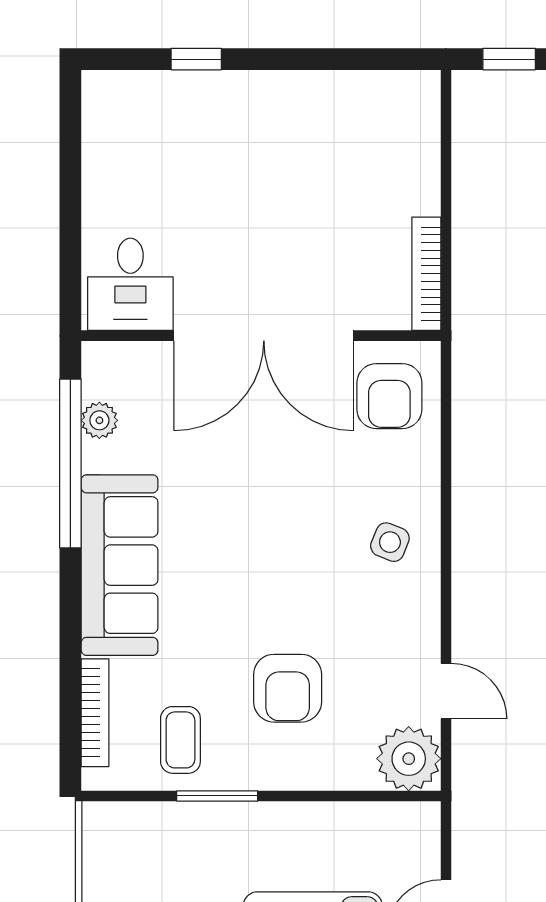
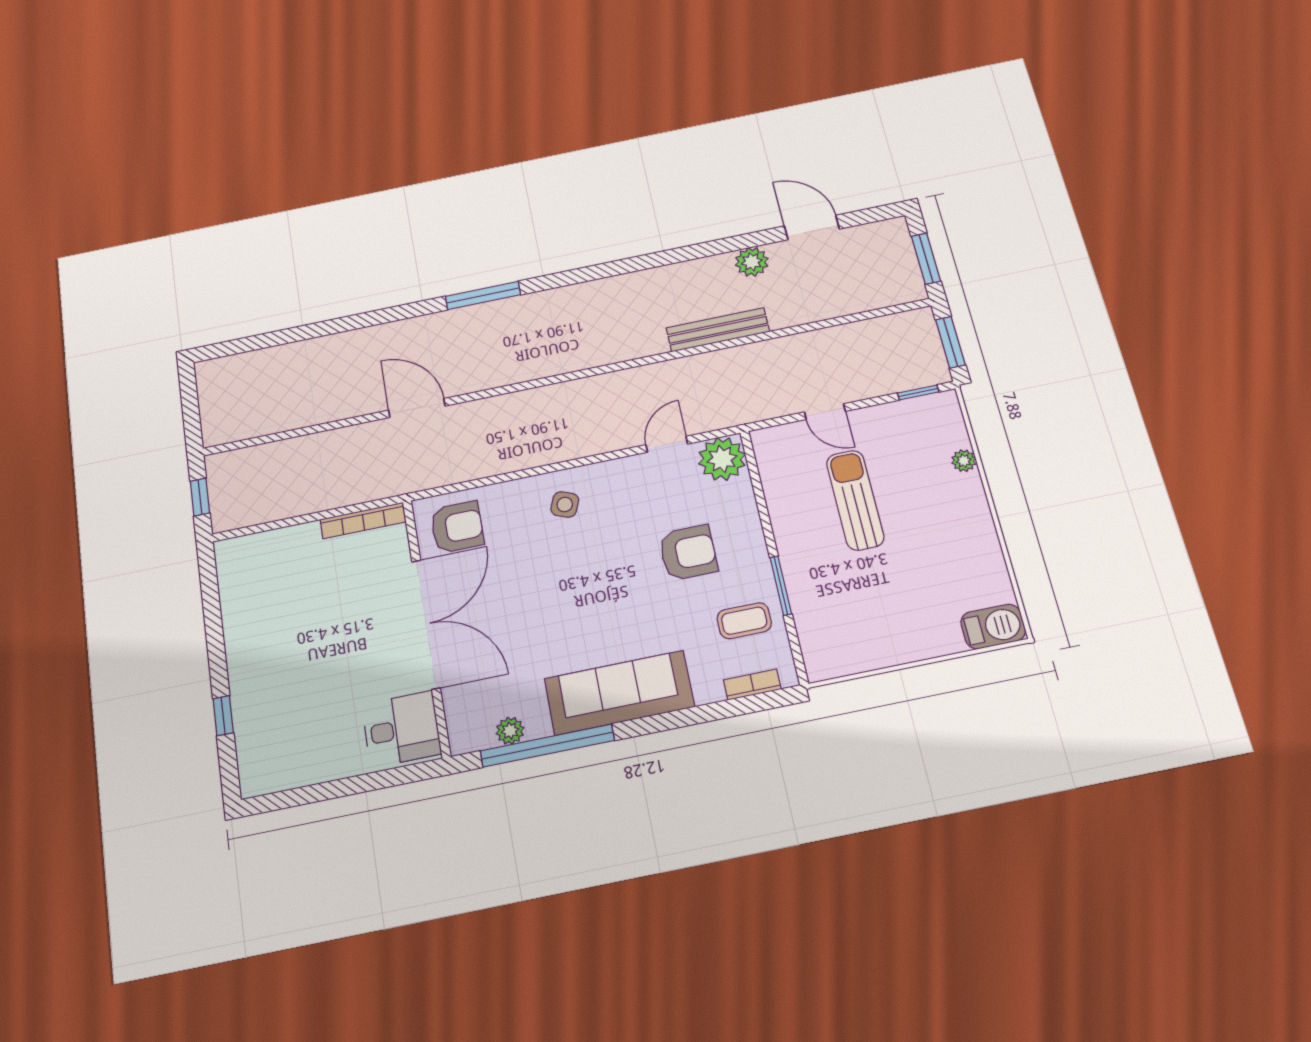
bookcase: (95, 713) -> (752, 685), width x0.64

